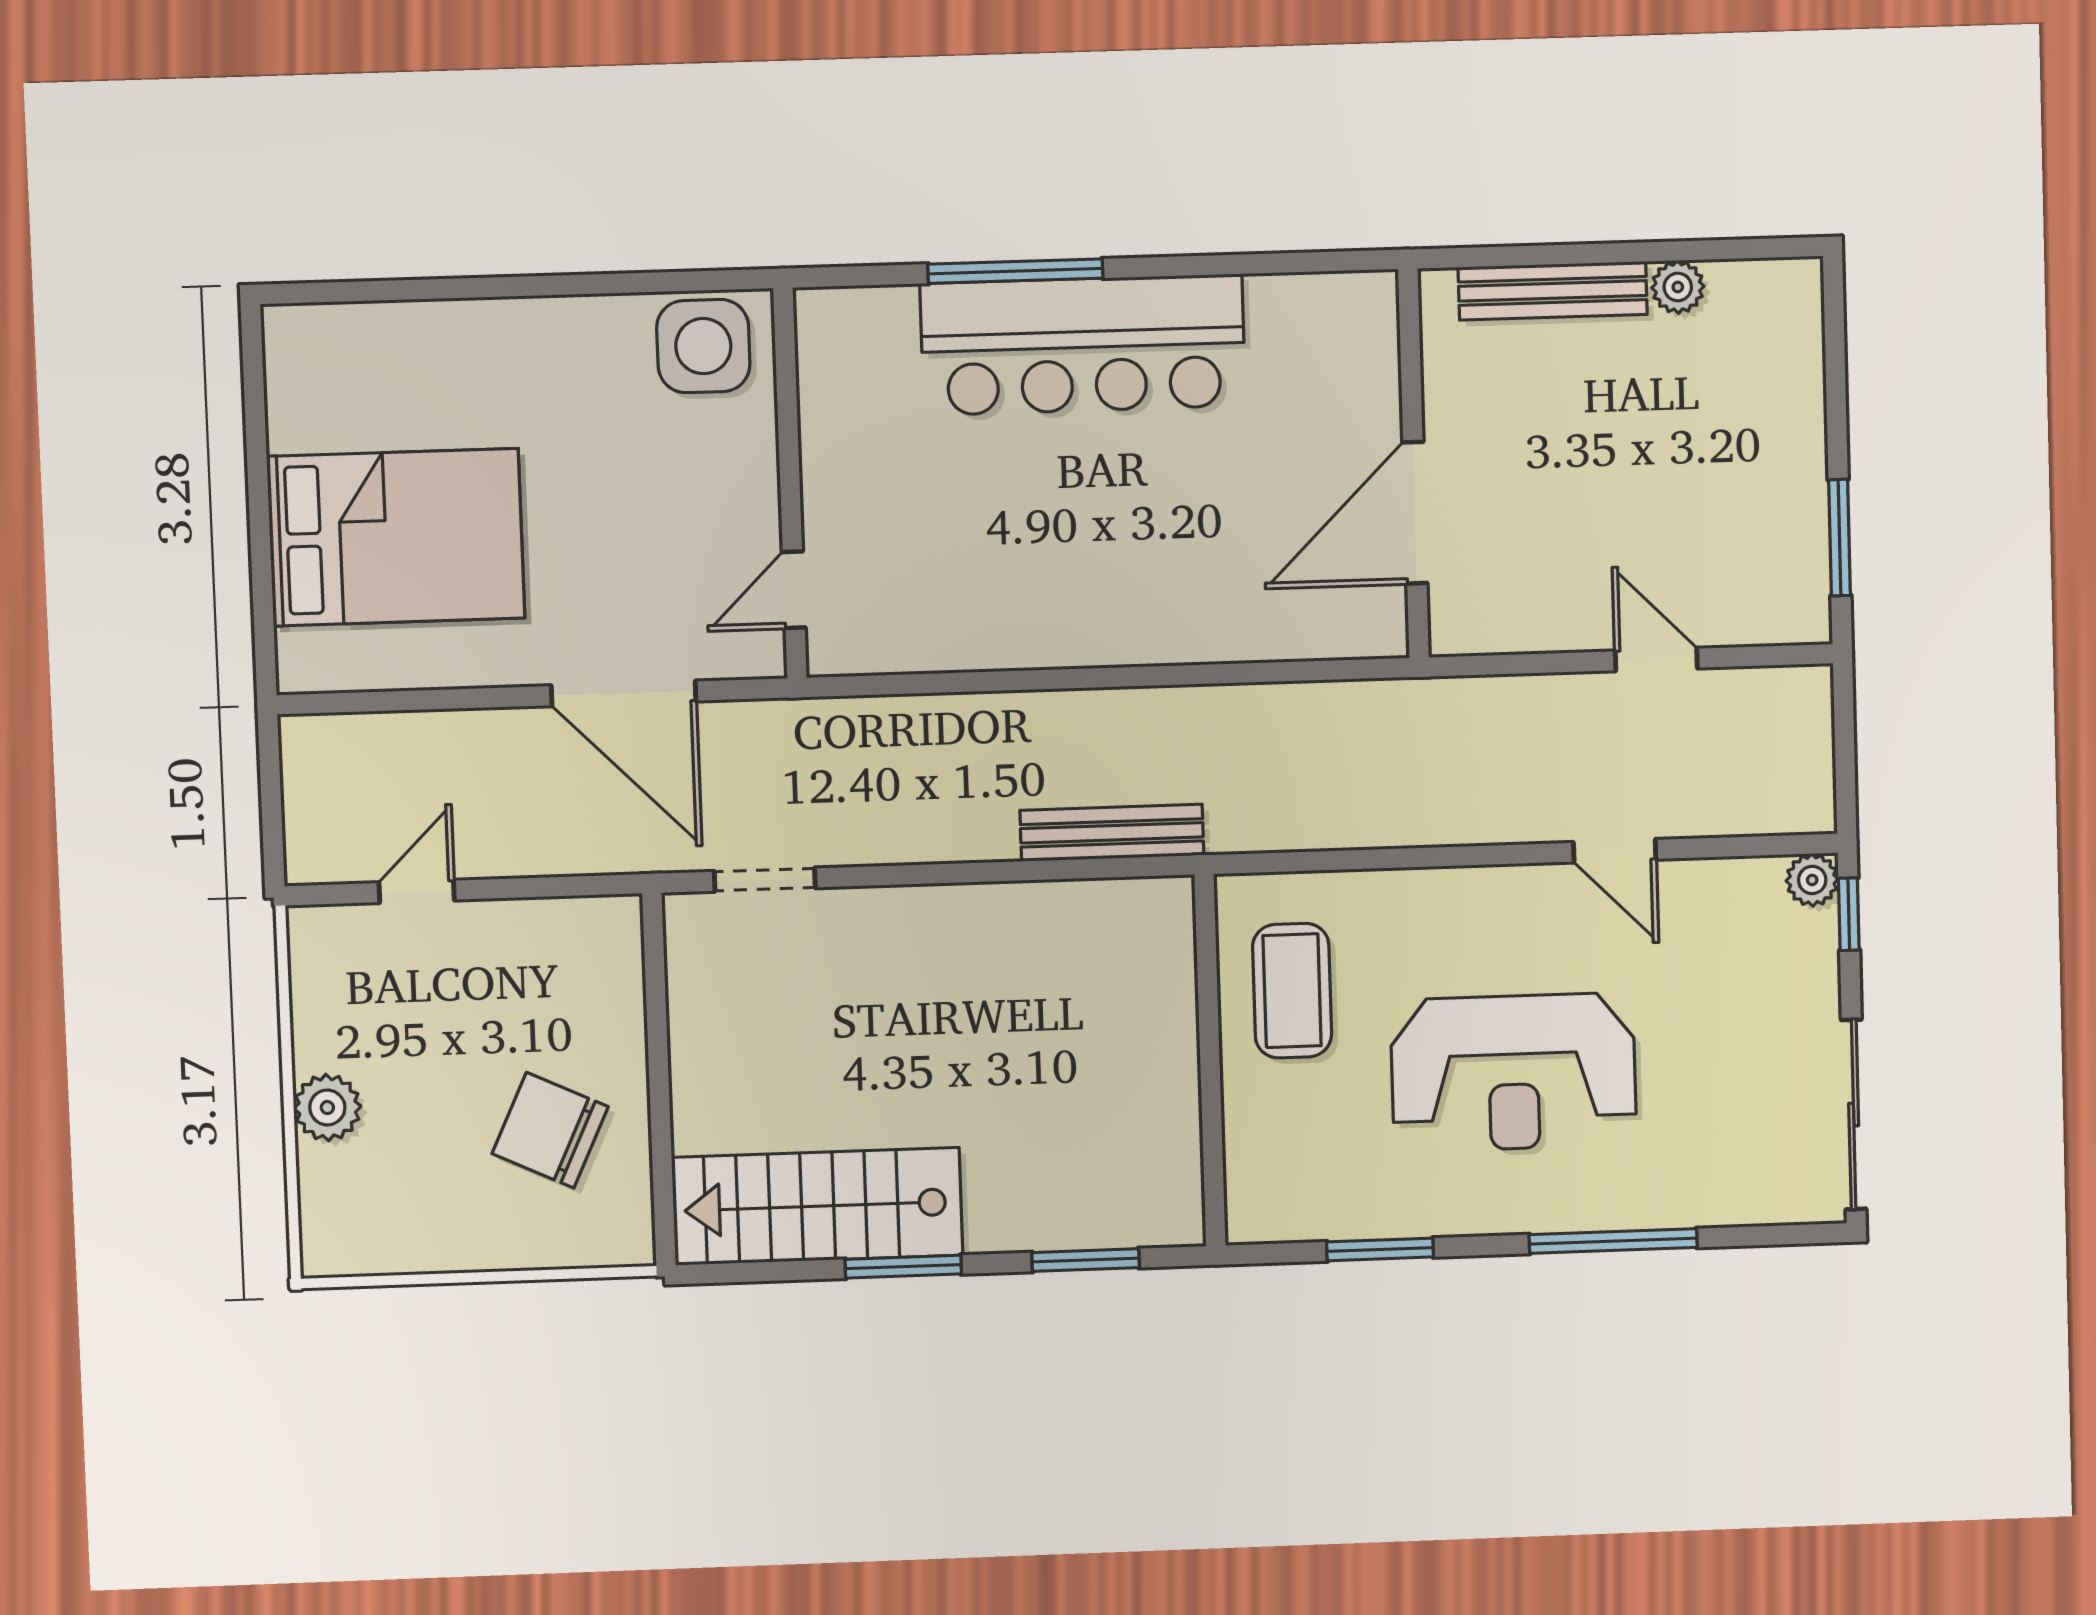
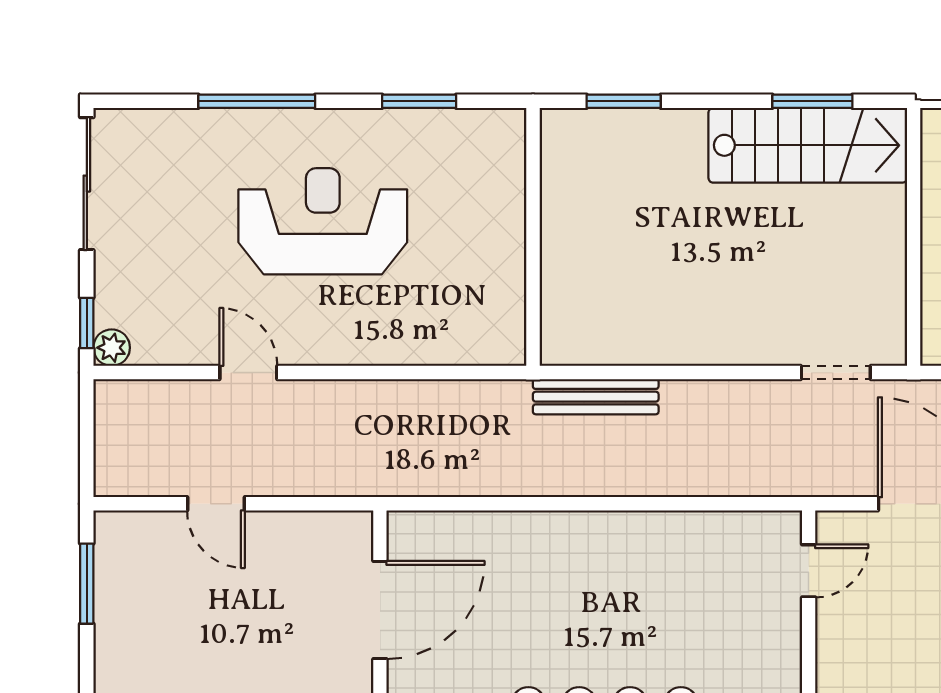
coffee table: (1292, 991) -> (475, 283), removed
window: (903, 1267) -> (812, 101), moved

